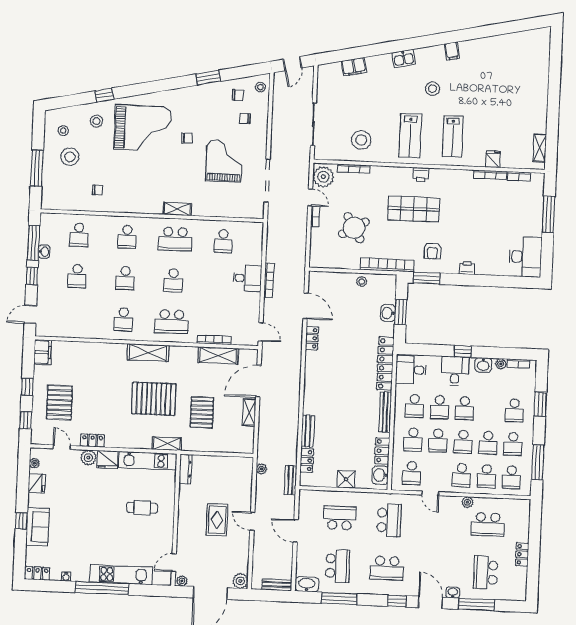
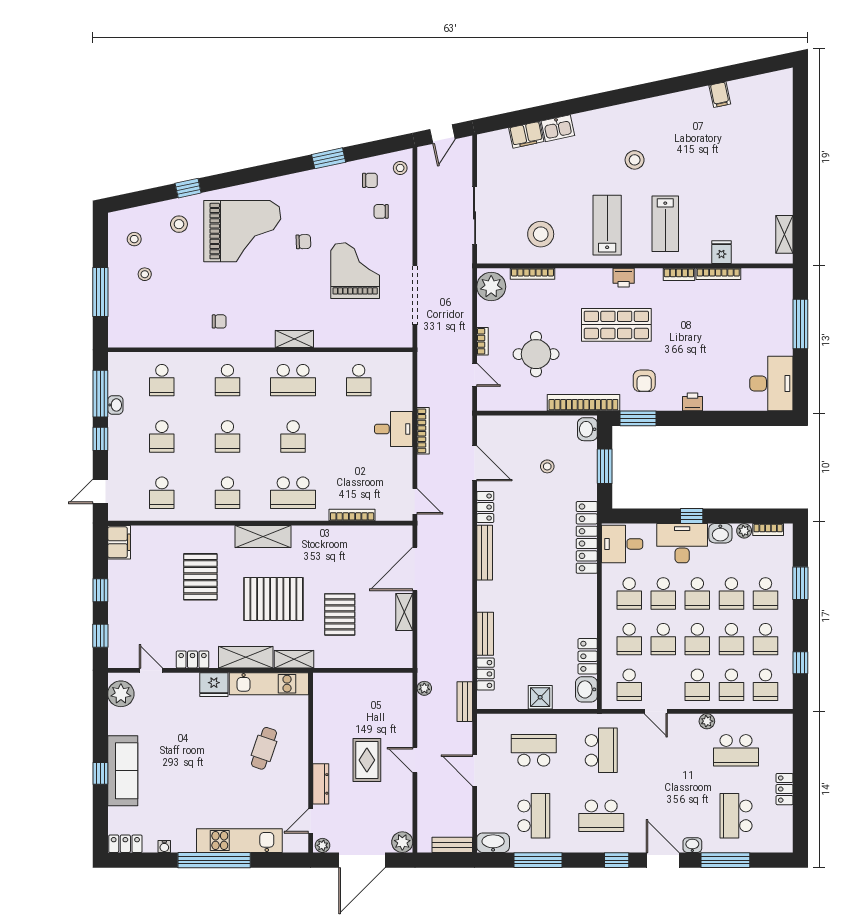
filing cabinet: (452, 51) -> (720, 95), moved
kitchen sink: (404, 59) -> (558, 128), moved
lab bench: (410, 136) -> (607, 225), turned 180
stool: (70, 157) -> (145, 274), width x0.53, depth x0.53
bookcase: (519, 176) -> (679, 274), moved
chair: (98, 190) -> (219, 321), moved
door: (310, 197) -> (475, 375), moved
round table: (354, 228) -> (536, 354), turned 30
stool: (362, 282) -> (547, 466), moved
washbasin: (388, 313) -> (587, 429), moved
school desk: (75, 317) -> (162, 493), added
shelving: (218, 355) -> (246, 657), moved
desk: (455, 371) -> (682, 543), width x1.37
pallet: (59, 403) -> (200, 577), moved
school desk: (489, 409) -> (731, 593), added
bench: (385, 412) -> (485, 553), moved
plant: (88, 458) -> (188, 683), removed
window: (538, 462) -> (800, 663), width x0.46
plant: (34, 463) -> (121, 694), width x1.87, depth x1.87
dresser: (185, 469) -> (321, 784), moved
fridge: (37, 483) -> (119, 721), removed
cafe table: (142, 508) -> (264, 748), turned -71
sofa: (38, 527) -> (123, 771), width x1.36

